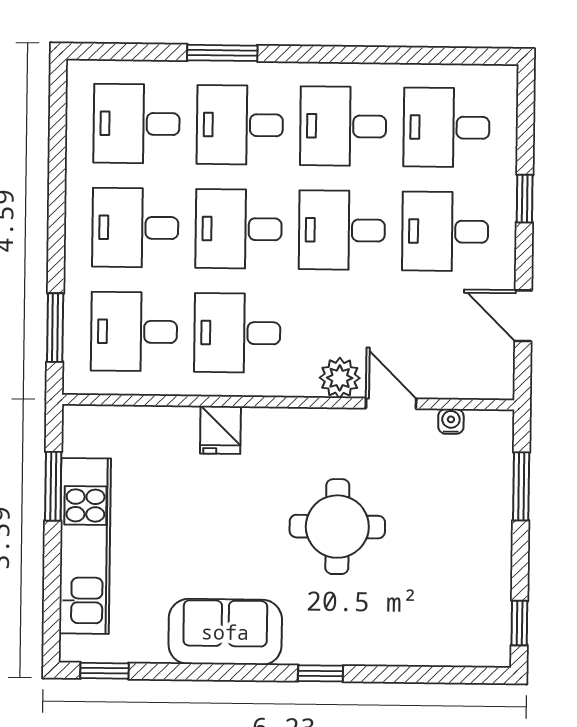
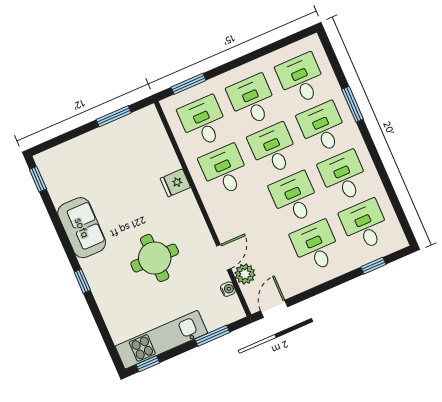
window: (525, 199) -> (373, 266), moved
door: (523, 316) -> (274, 309), moved
plant: (340, 378) -> (245, 274), moved
kitchen unit: (85, 546) -> (161, 340), moved, turned 180

